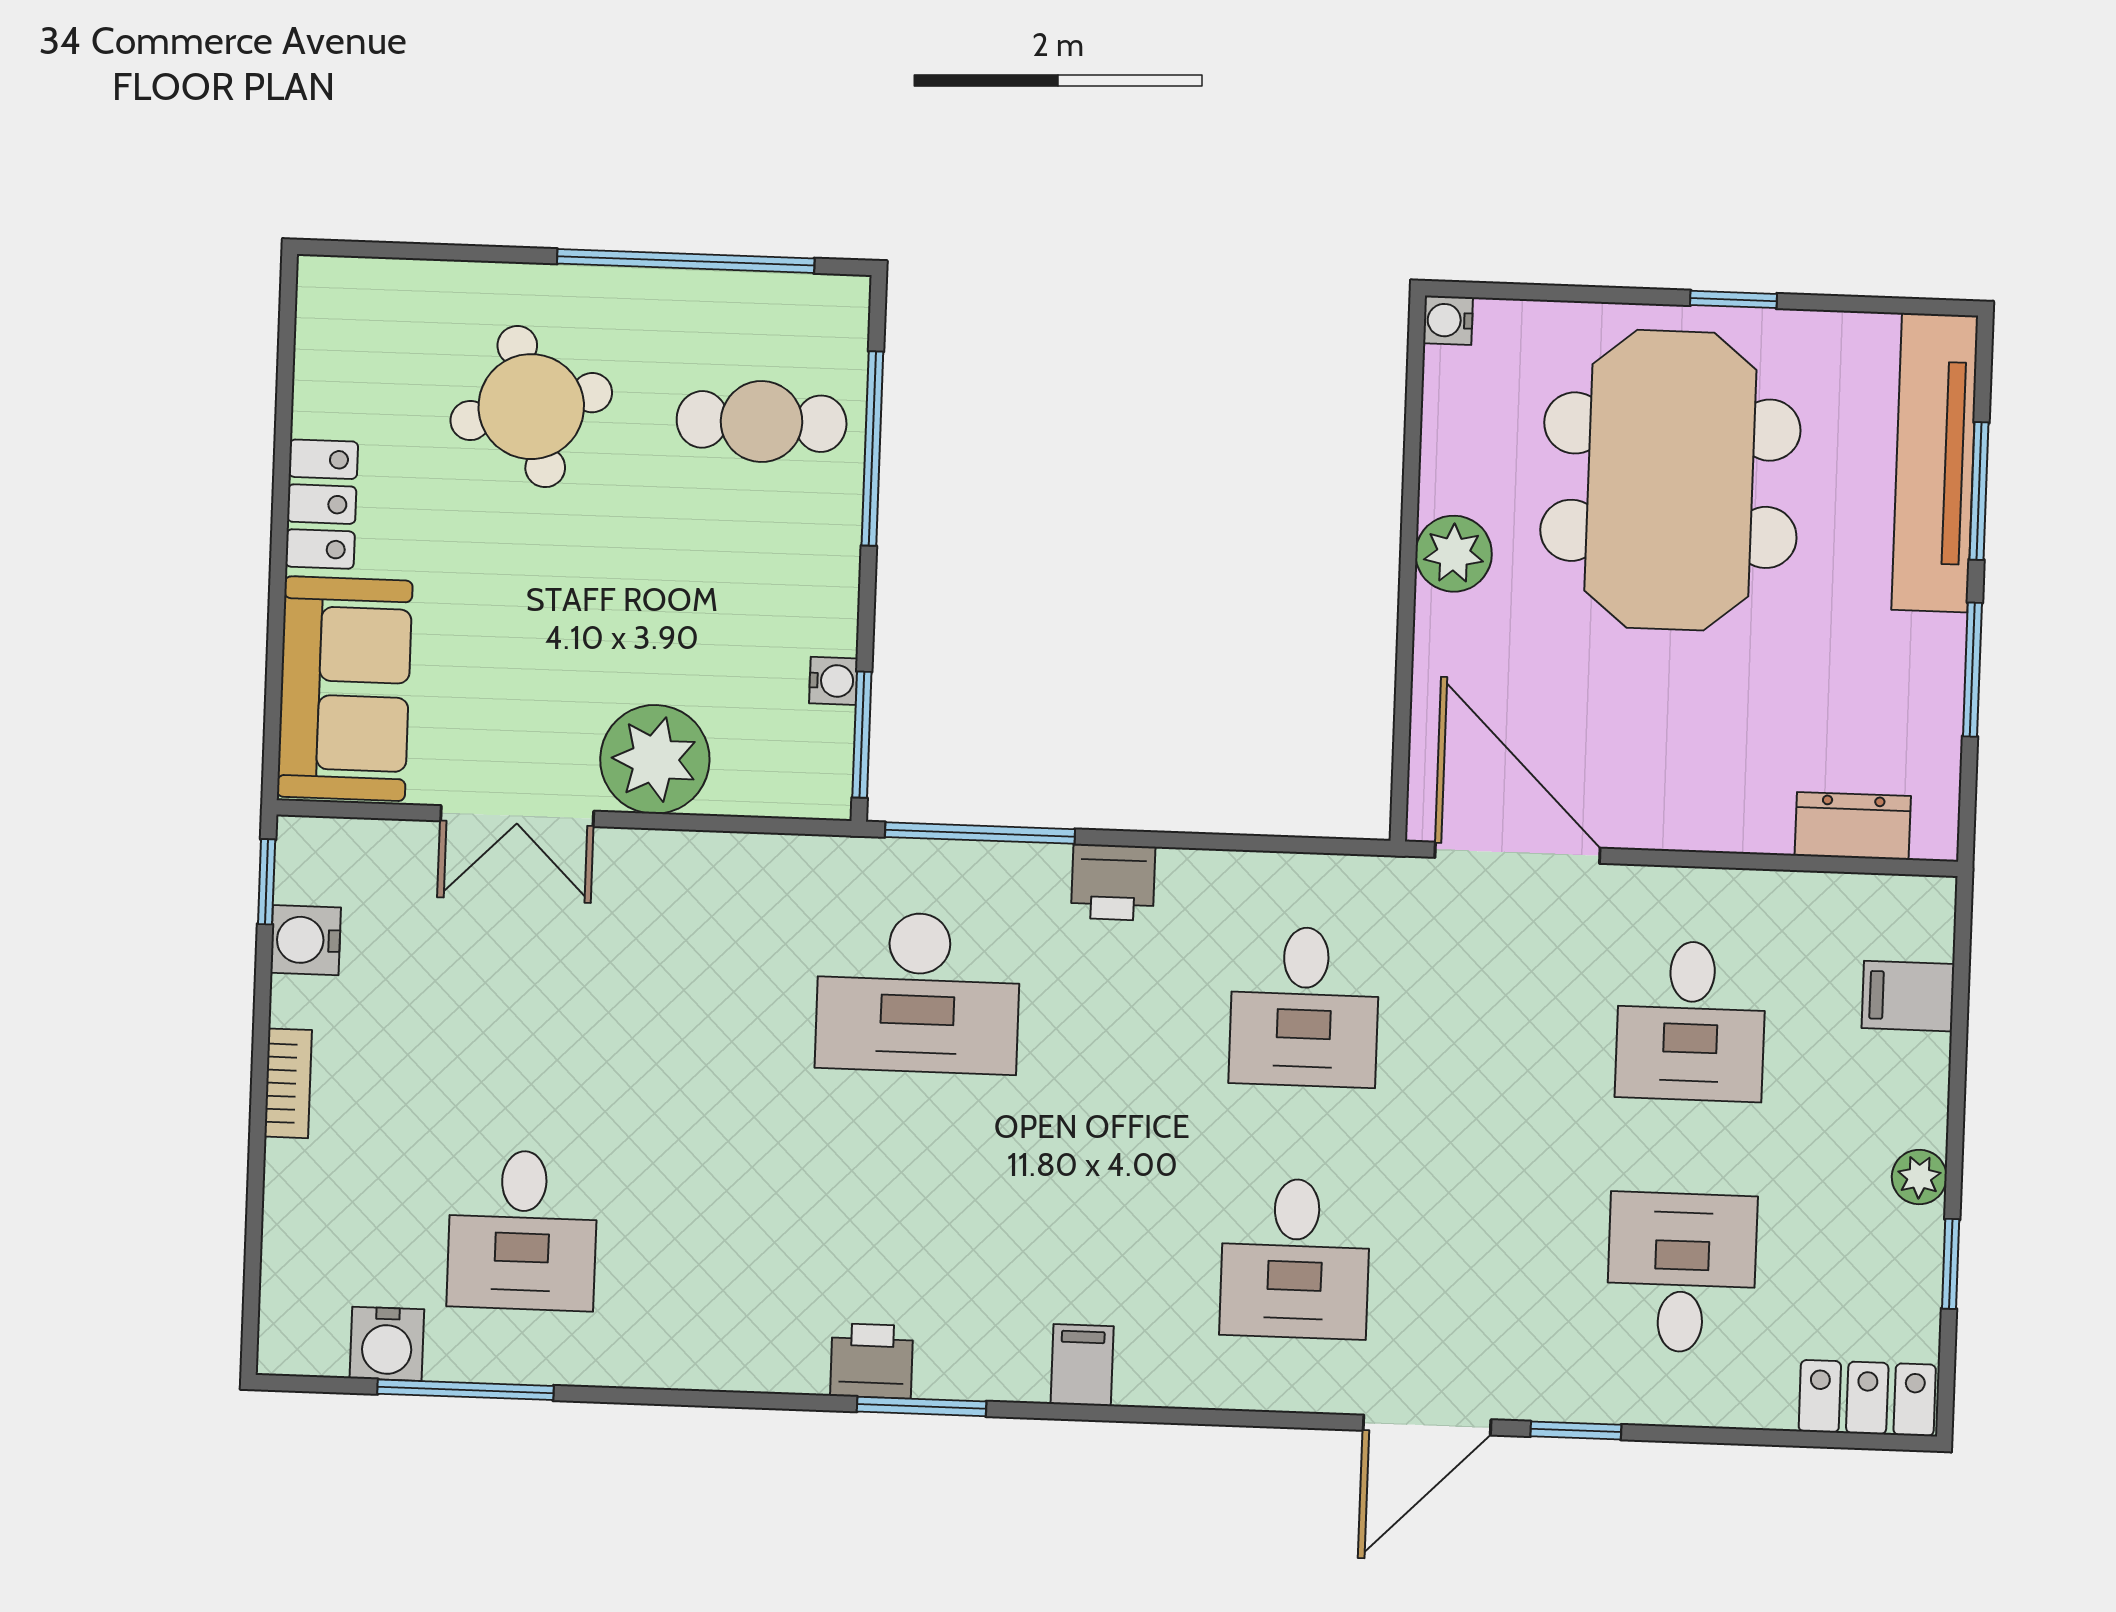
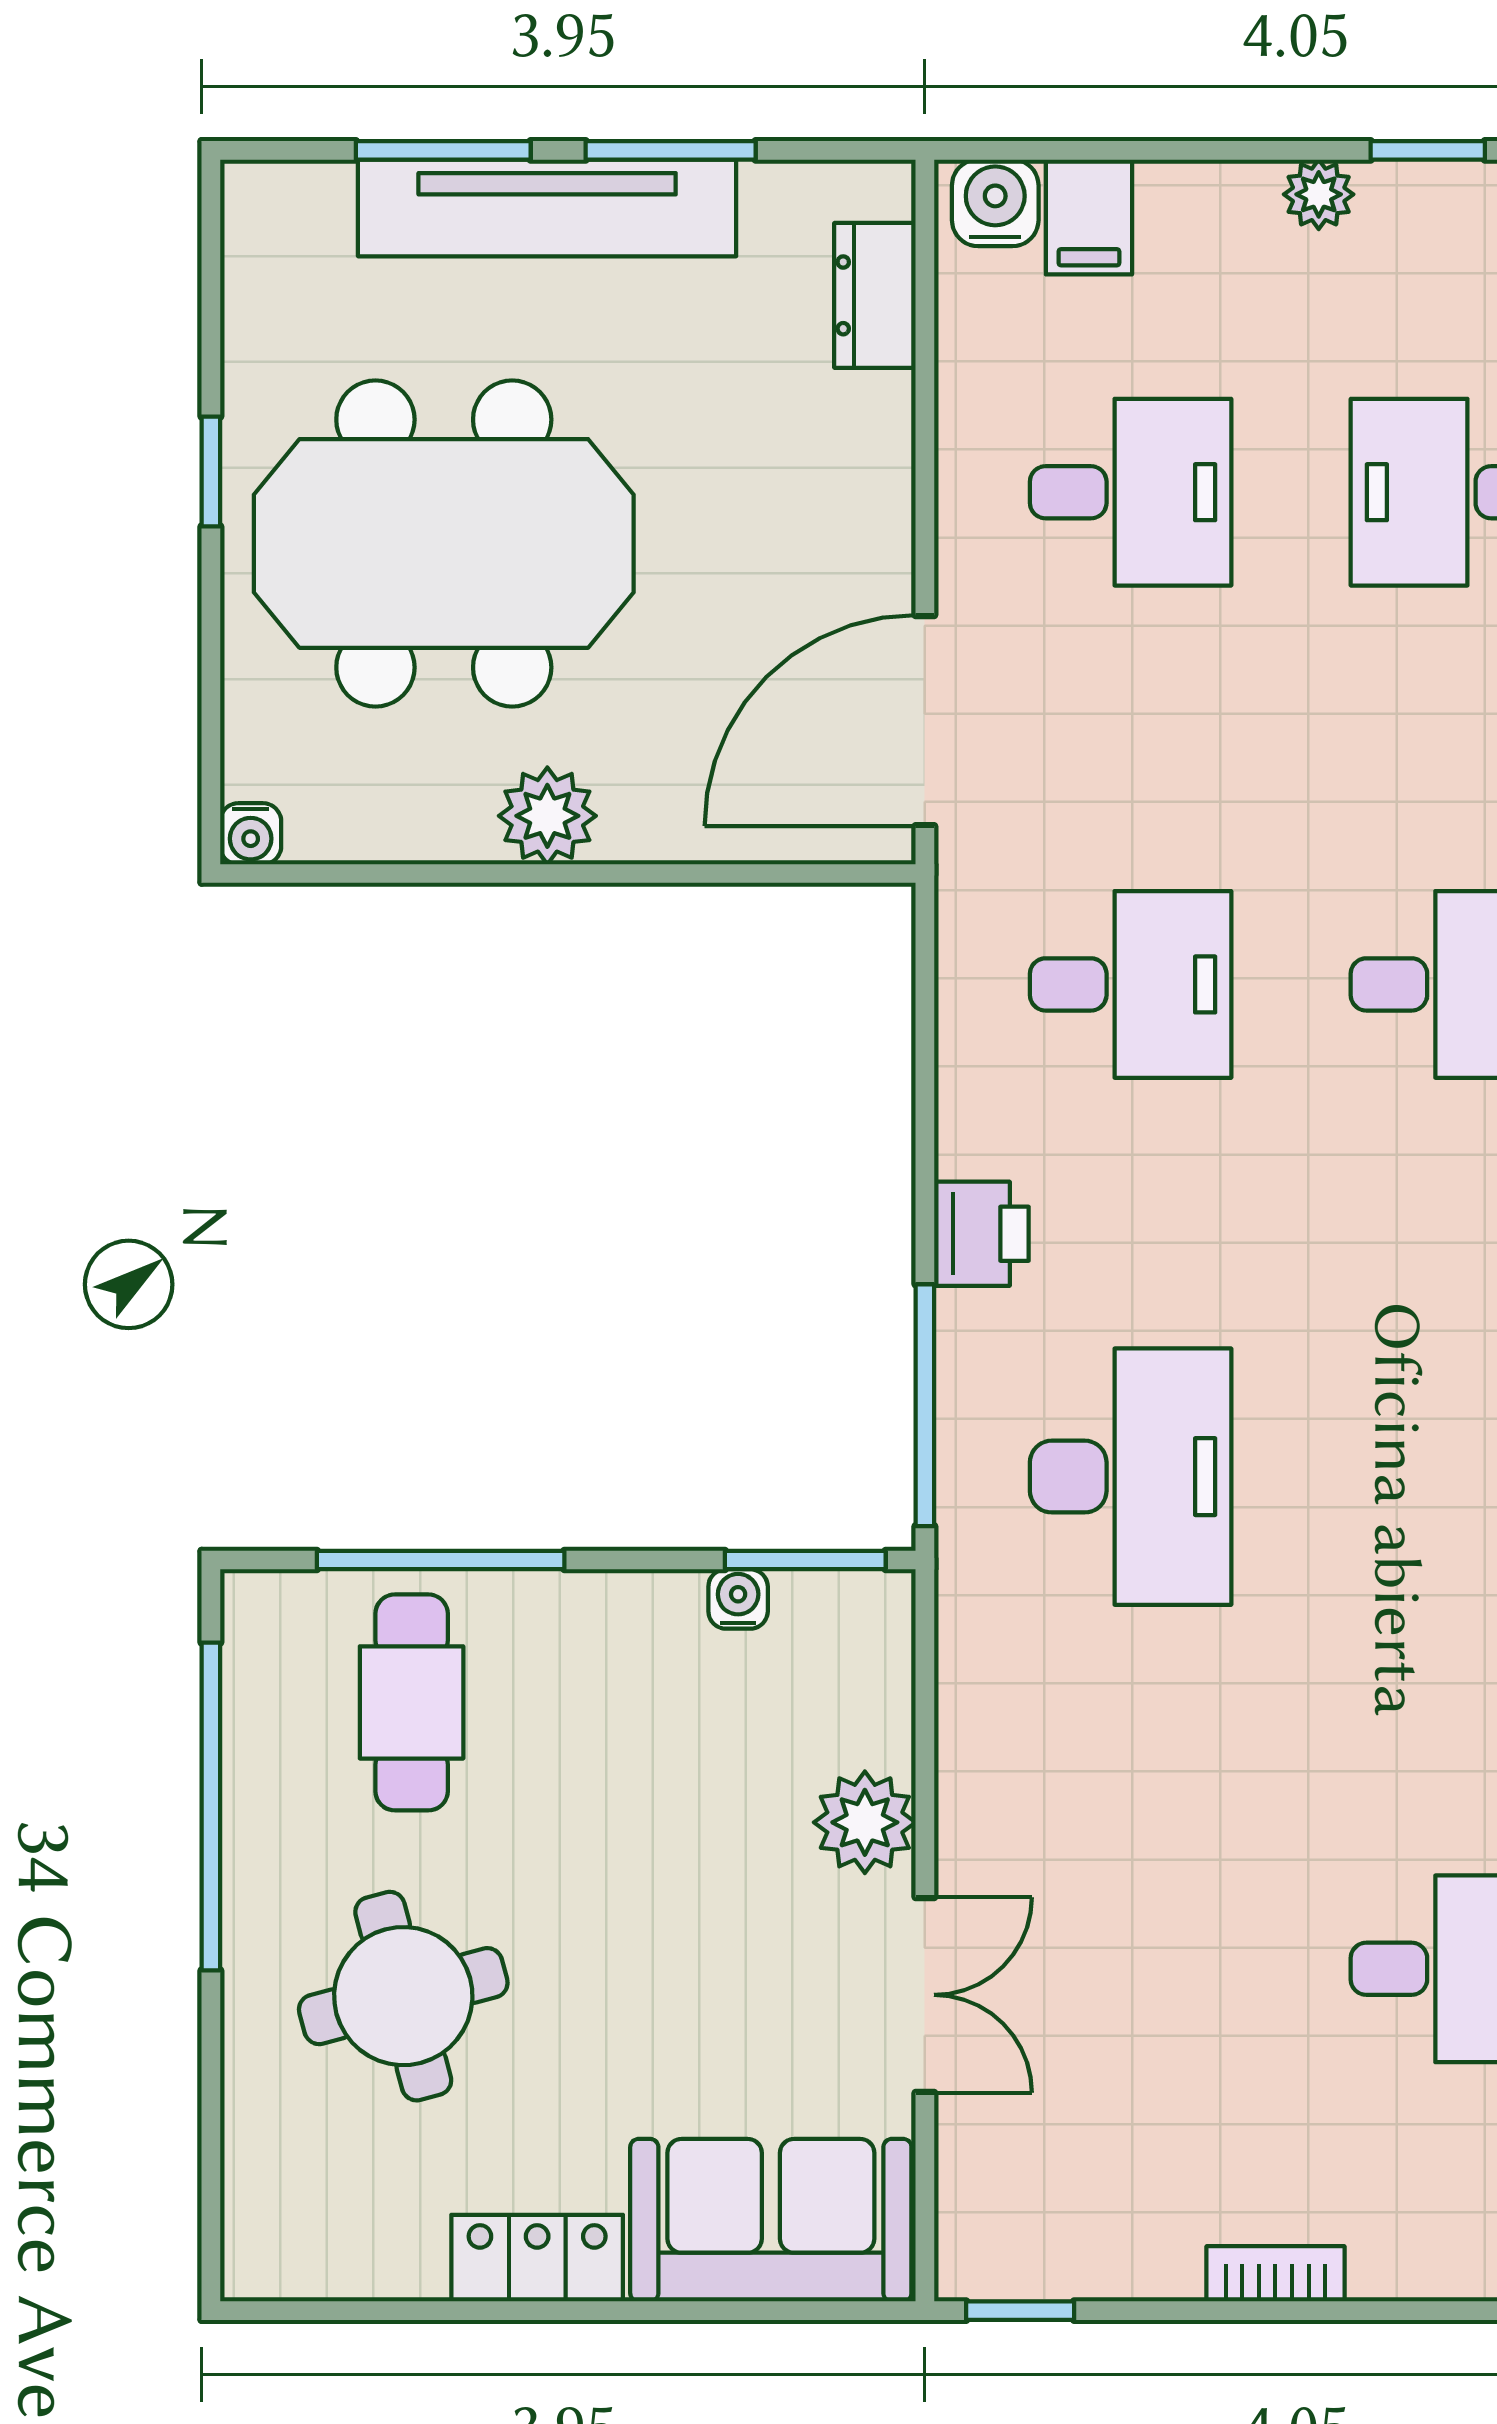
tv unit: (1935, 463) -> (547, 208), moved
plant: (655, 759) -> (865, 1822), width x0.73, depth x0.73
water cooler: (306, 940) -> (995, 203), moved, turned 180

